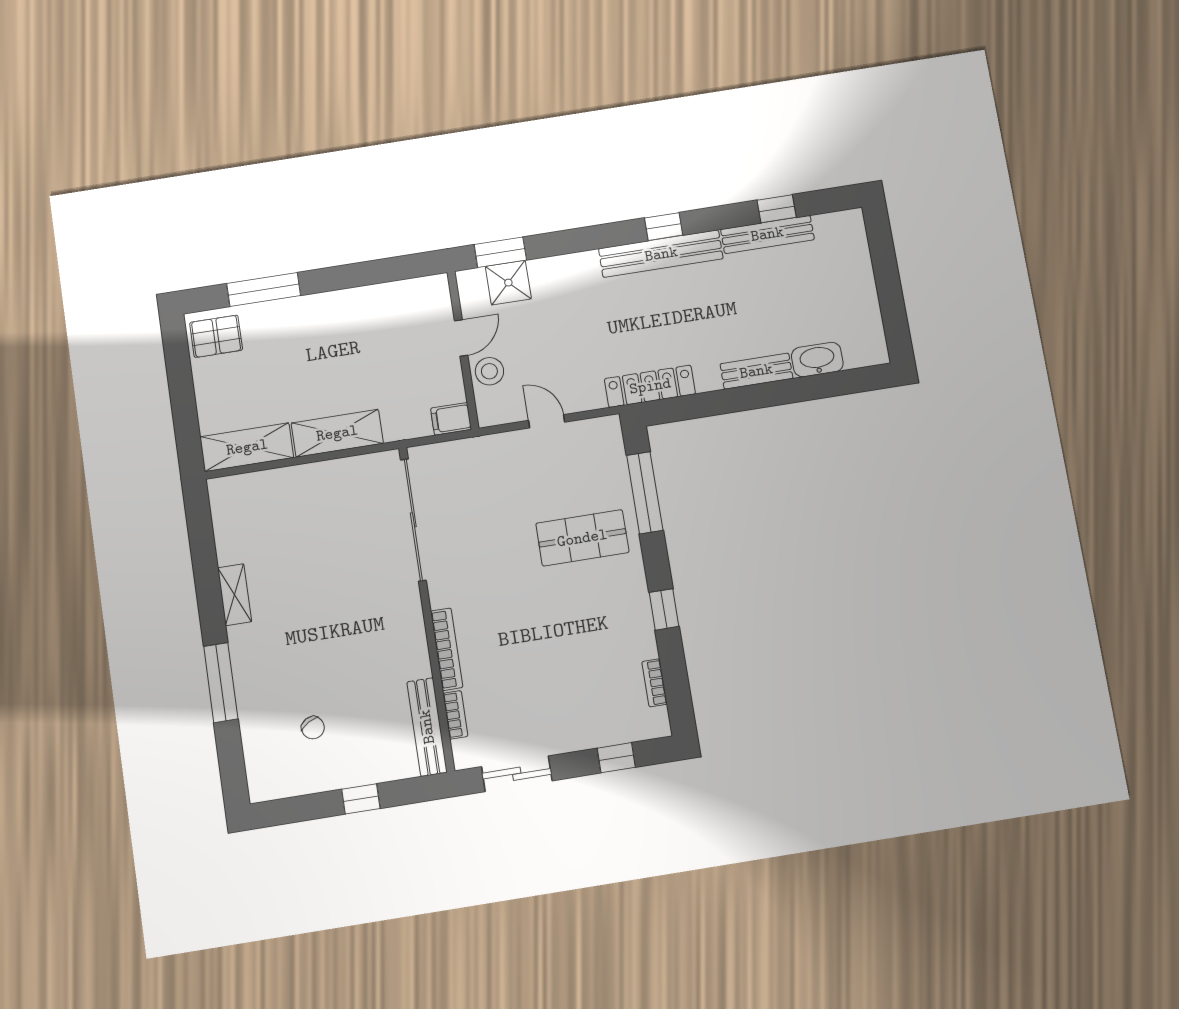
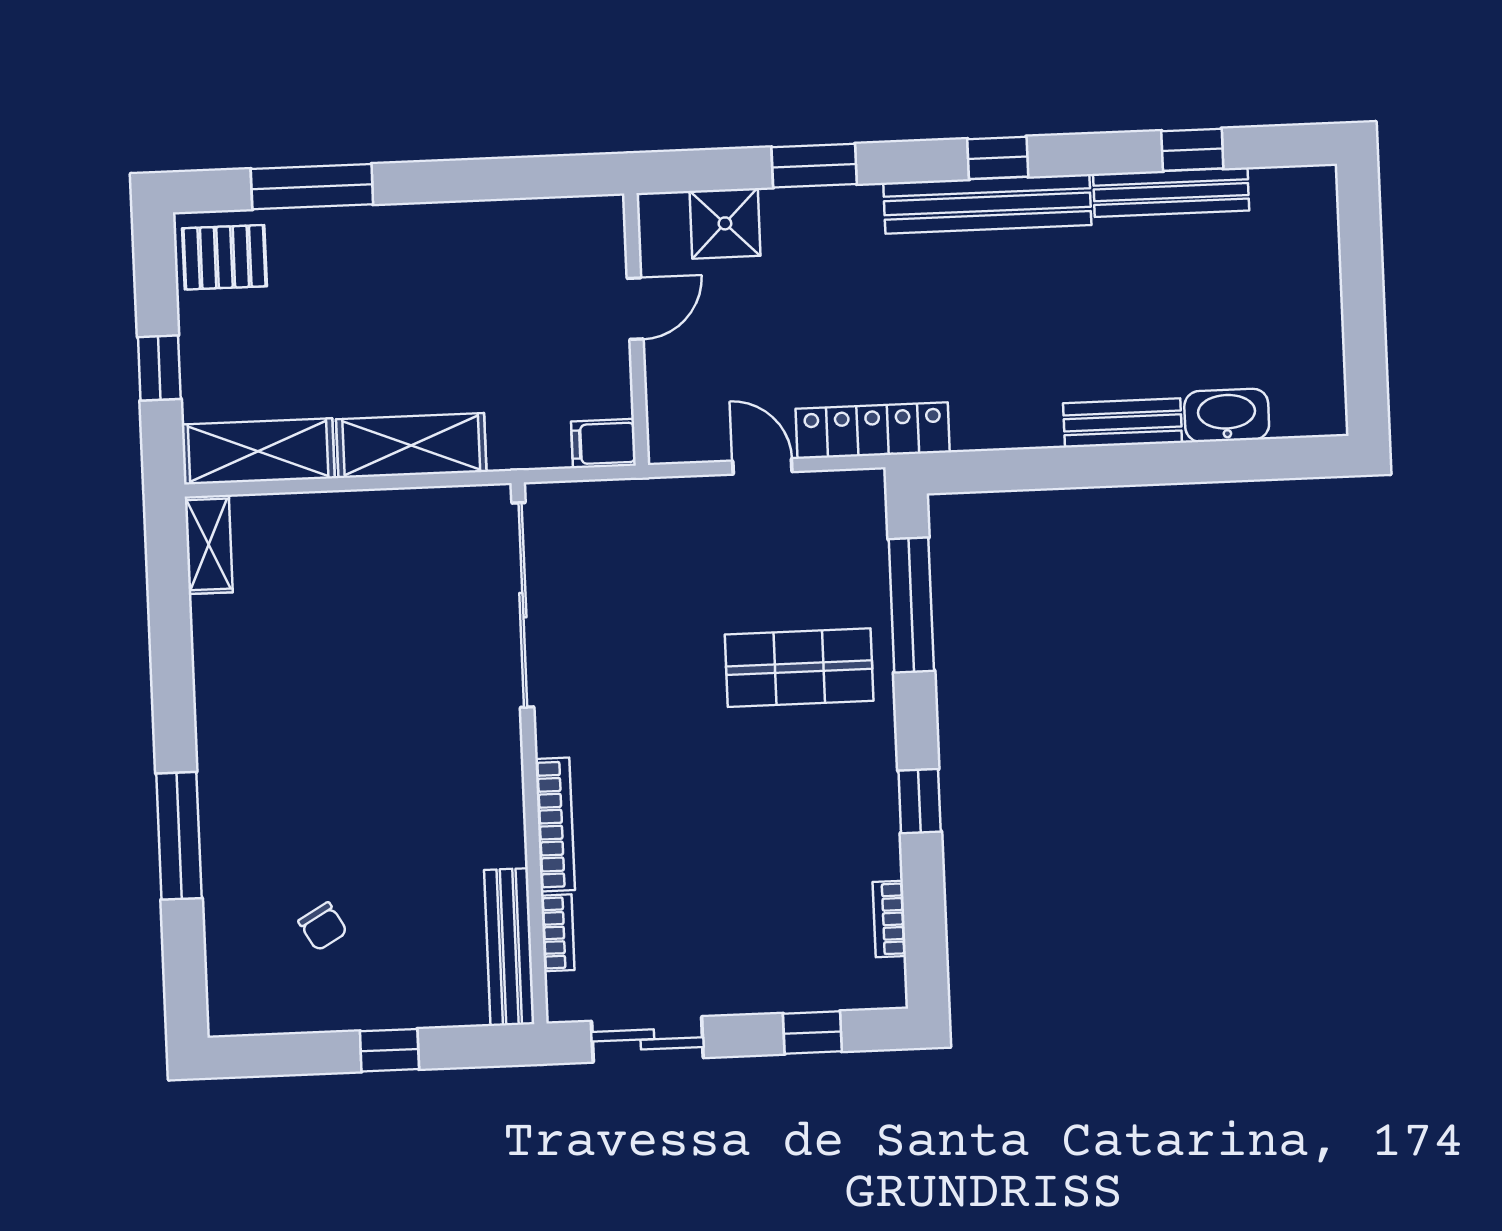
window: (500, 252) -> (814, 166), moved
stool: (489, 371) -> (676, 371), removed
locker: (650, 386) -> (873, 431), moved
window: (184, 405) -> (159, 368), added
shelving: (235, 595) -> (209, 544), moved

